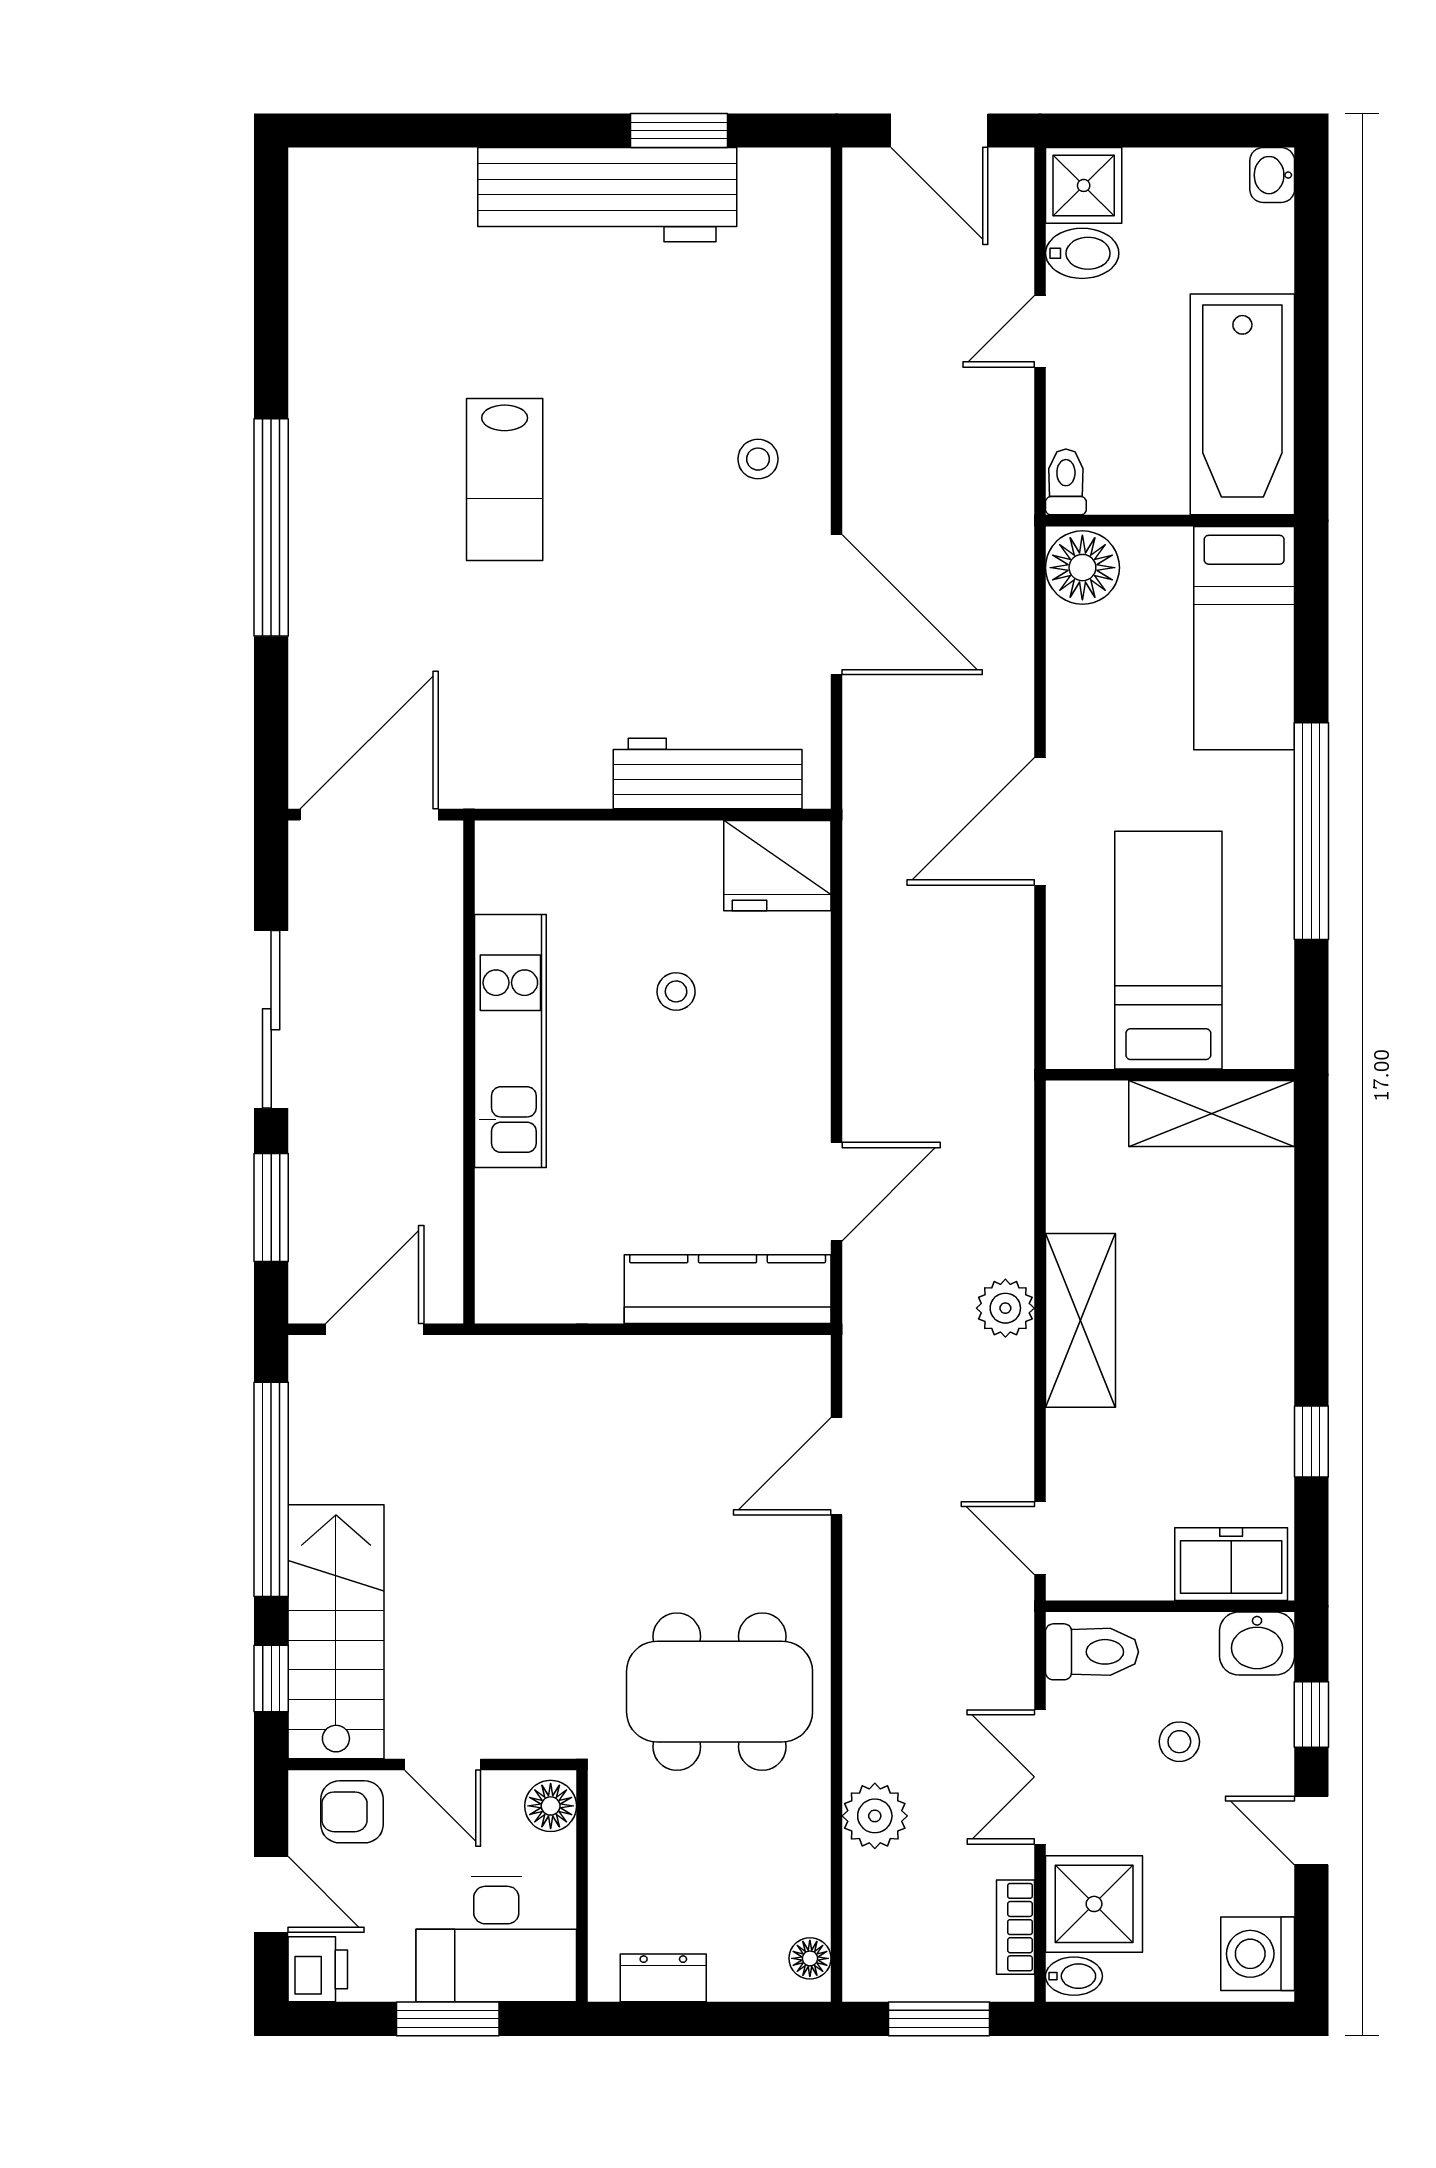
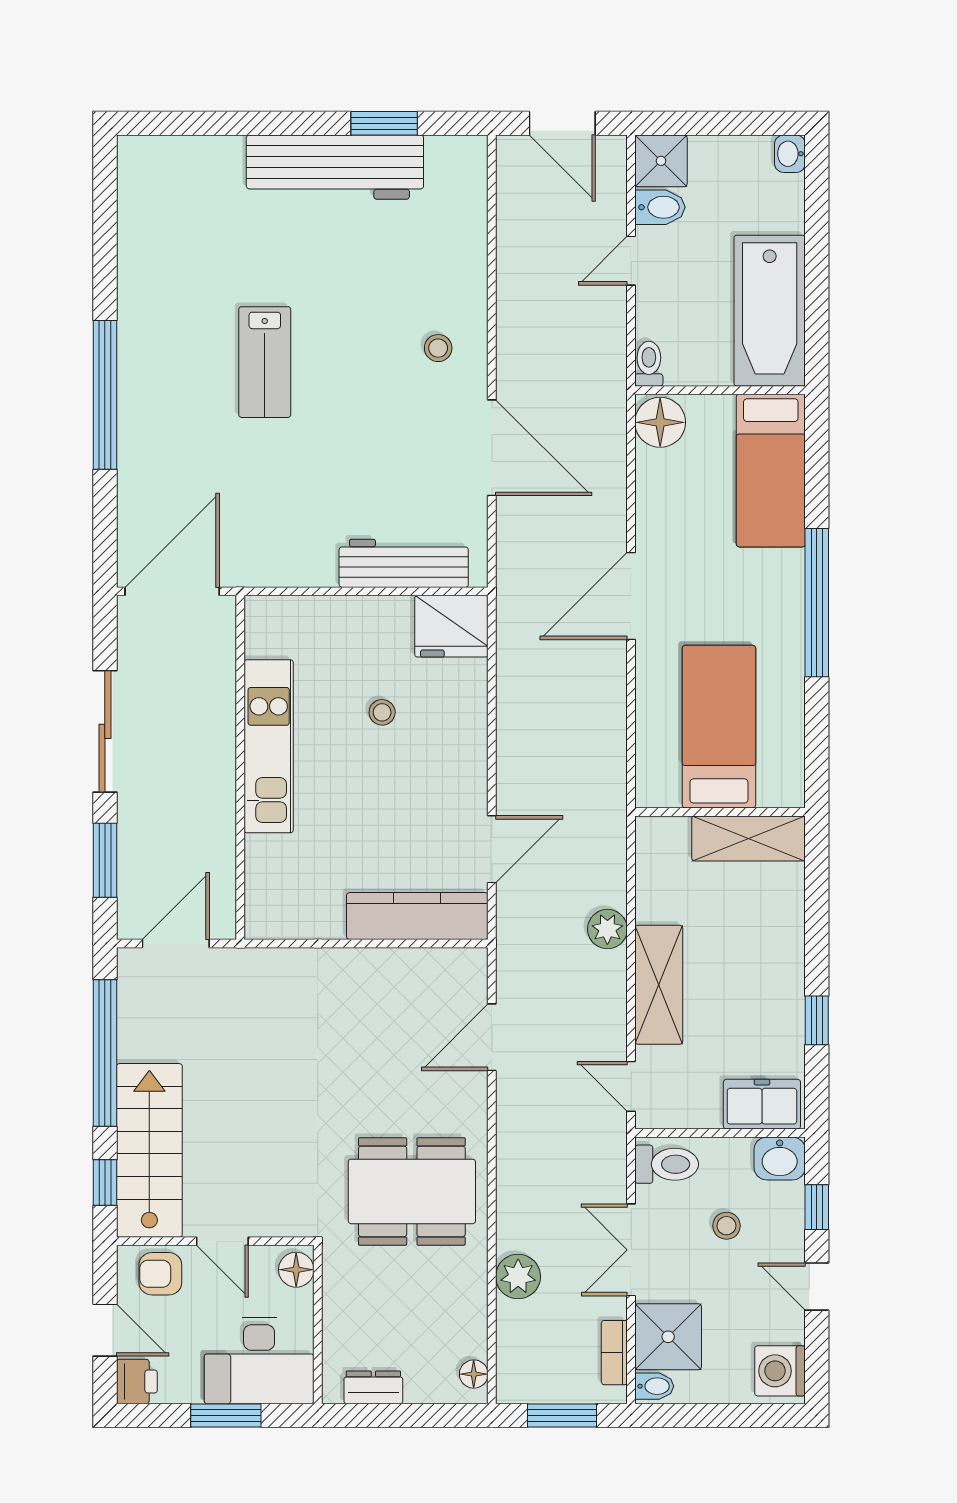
bed: (1168, 950) -> (719, 727), moved
wall: (1170, 1075) -> (720, 812), moved
shelving: (1212, 1114) -> (749, 838), moved
shelving: (1080, 1320) -> (659, 985), moved

